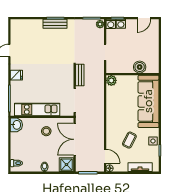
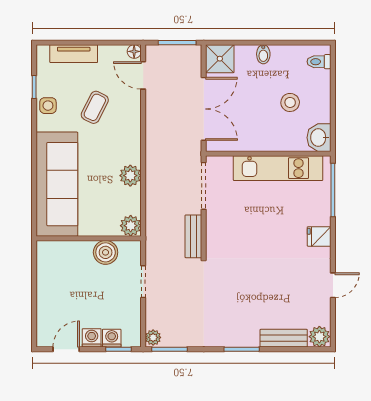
bench: (55, 24) -> (284, 338), moved
washing machine: (111, 24) -> (92, 338), moved
plant: (16, 25) -> (319, 337), added
boiler: (140, 67) -> (106, 252), moved
plant: (111, 106) -> (130, 176), added
stool: (46, 131) -> (290, 102), moved

